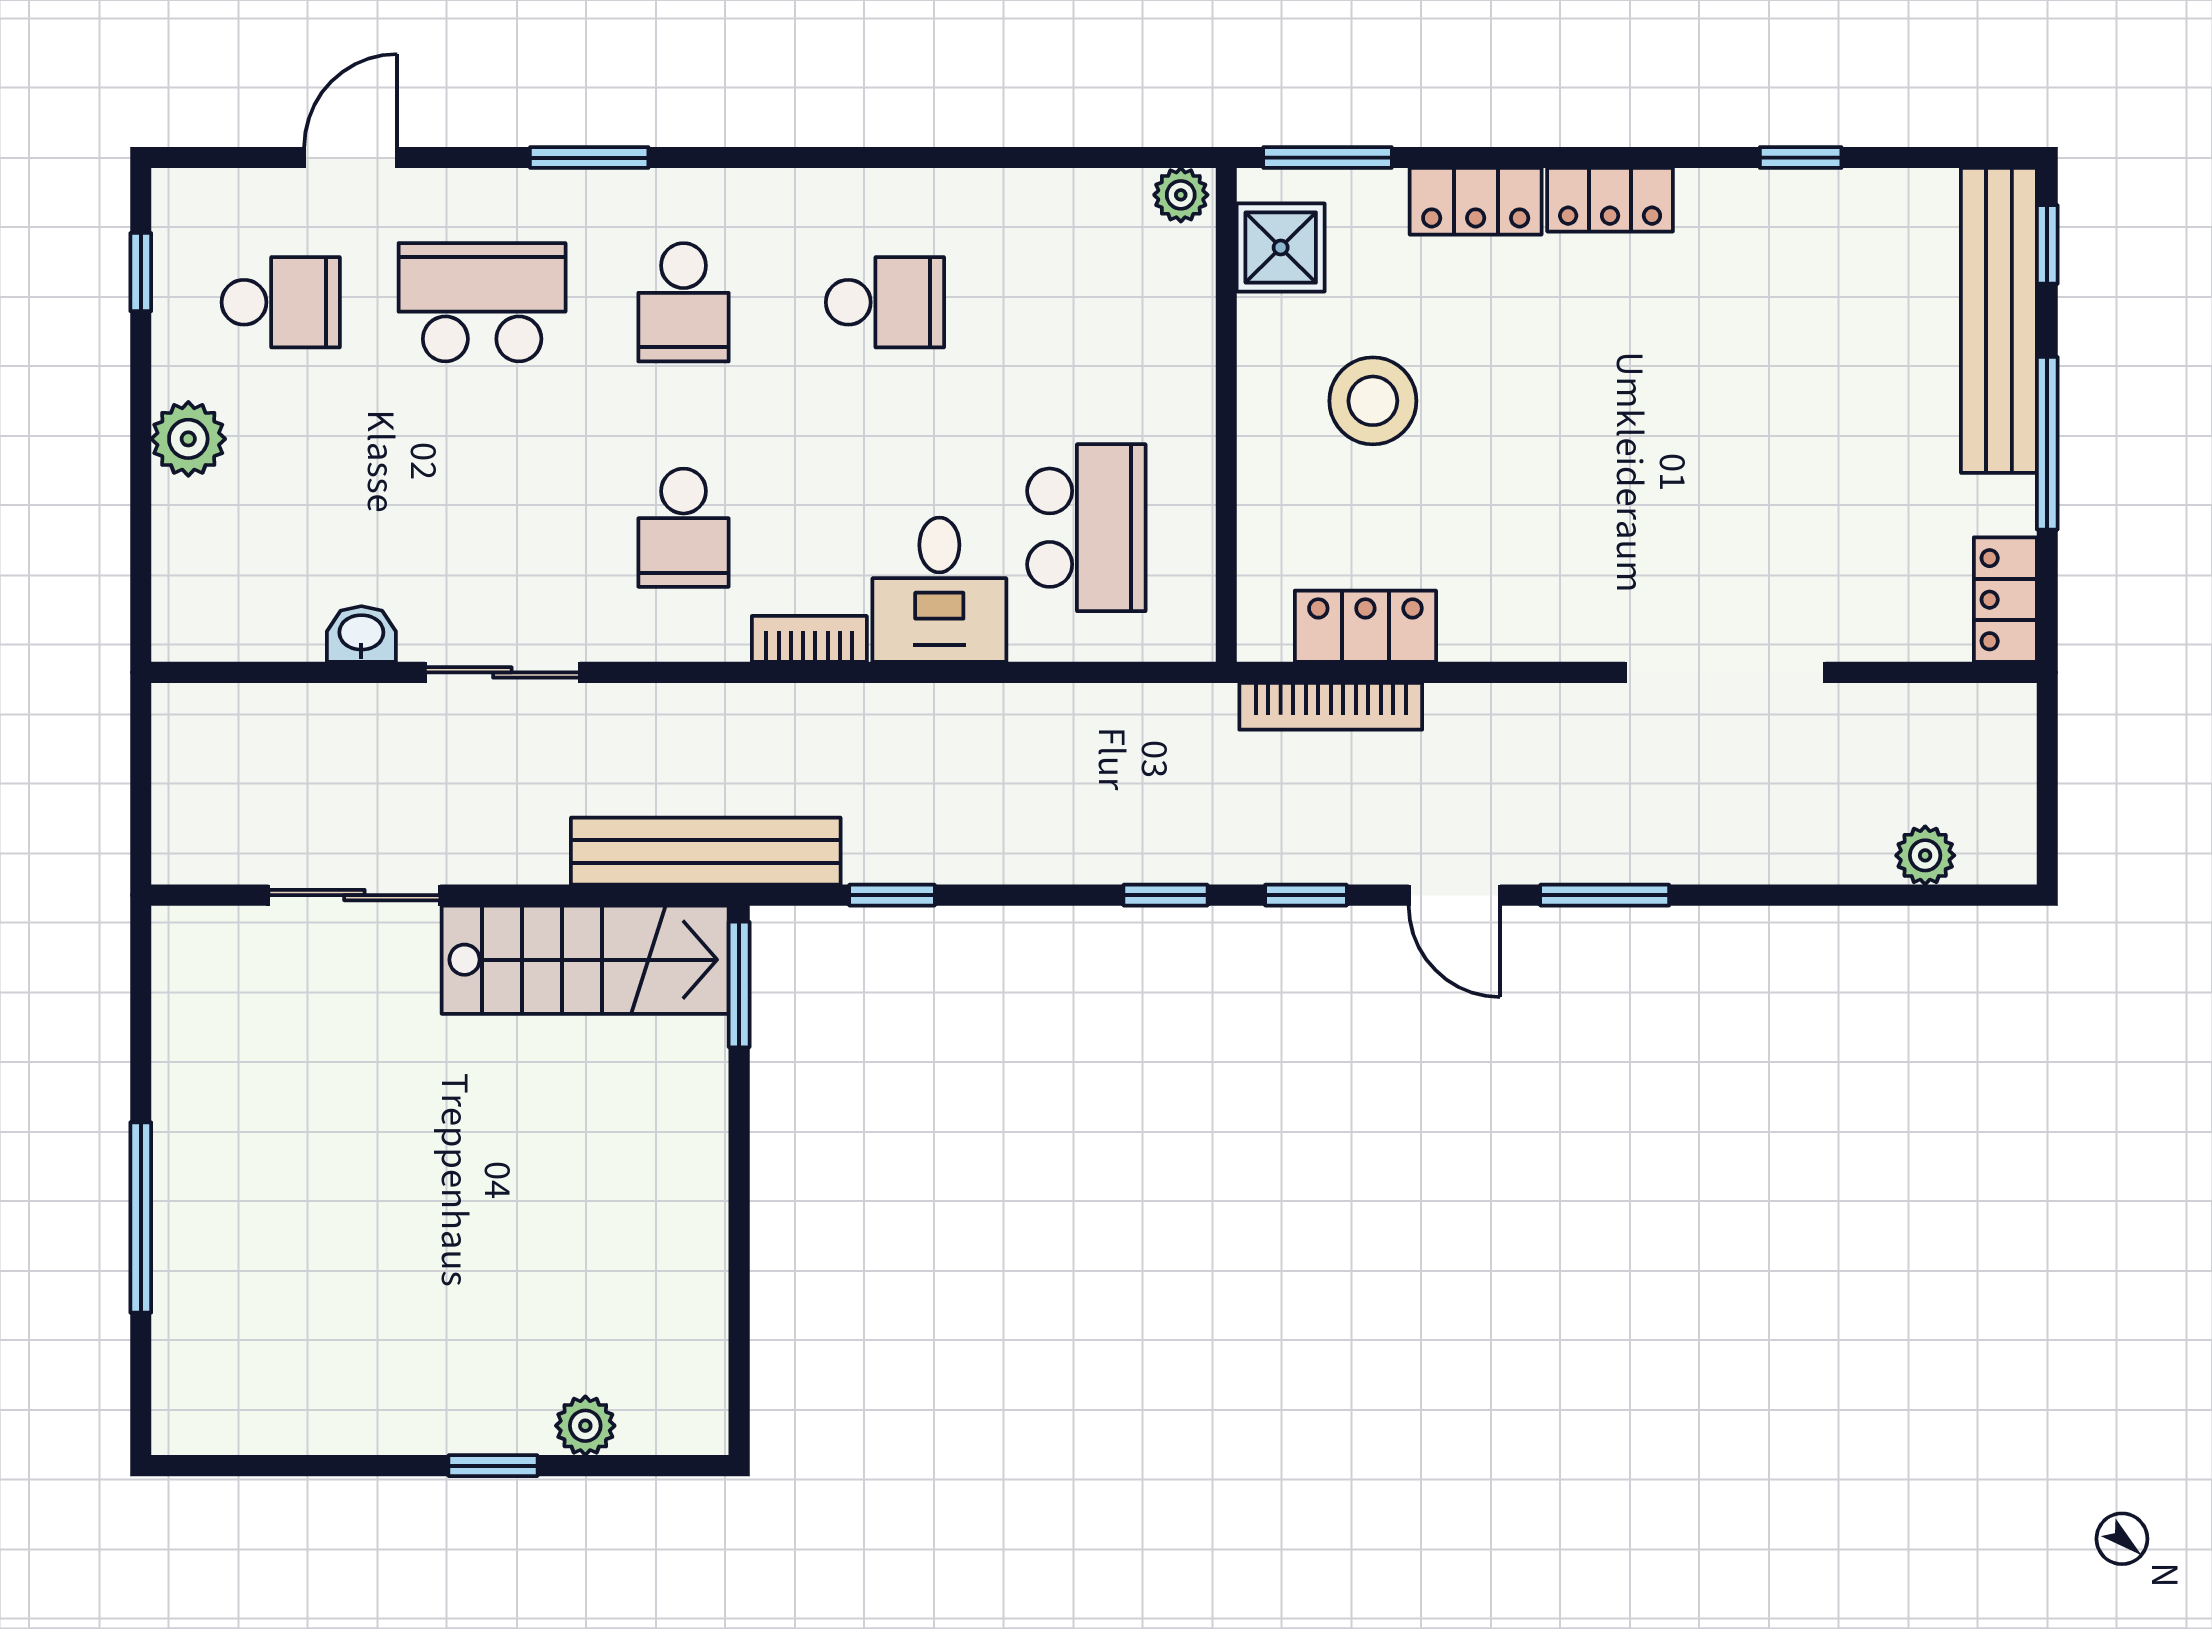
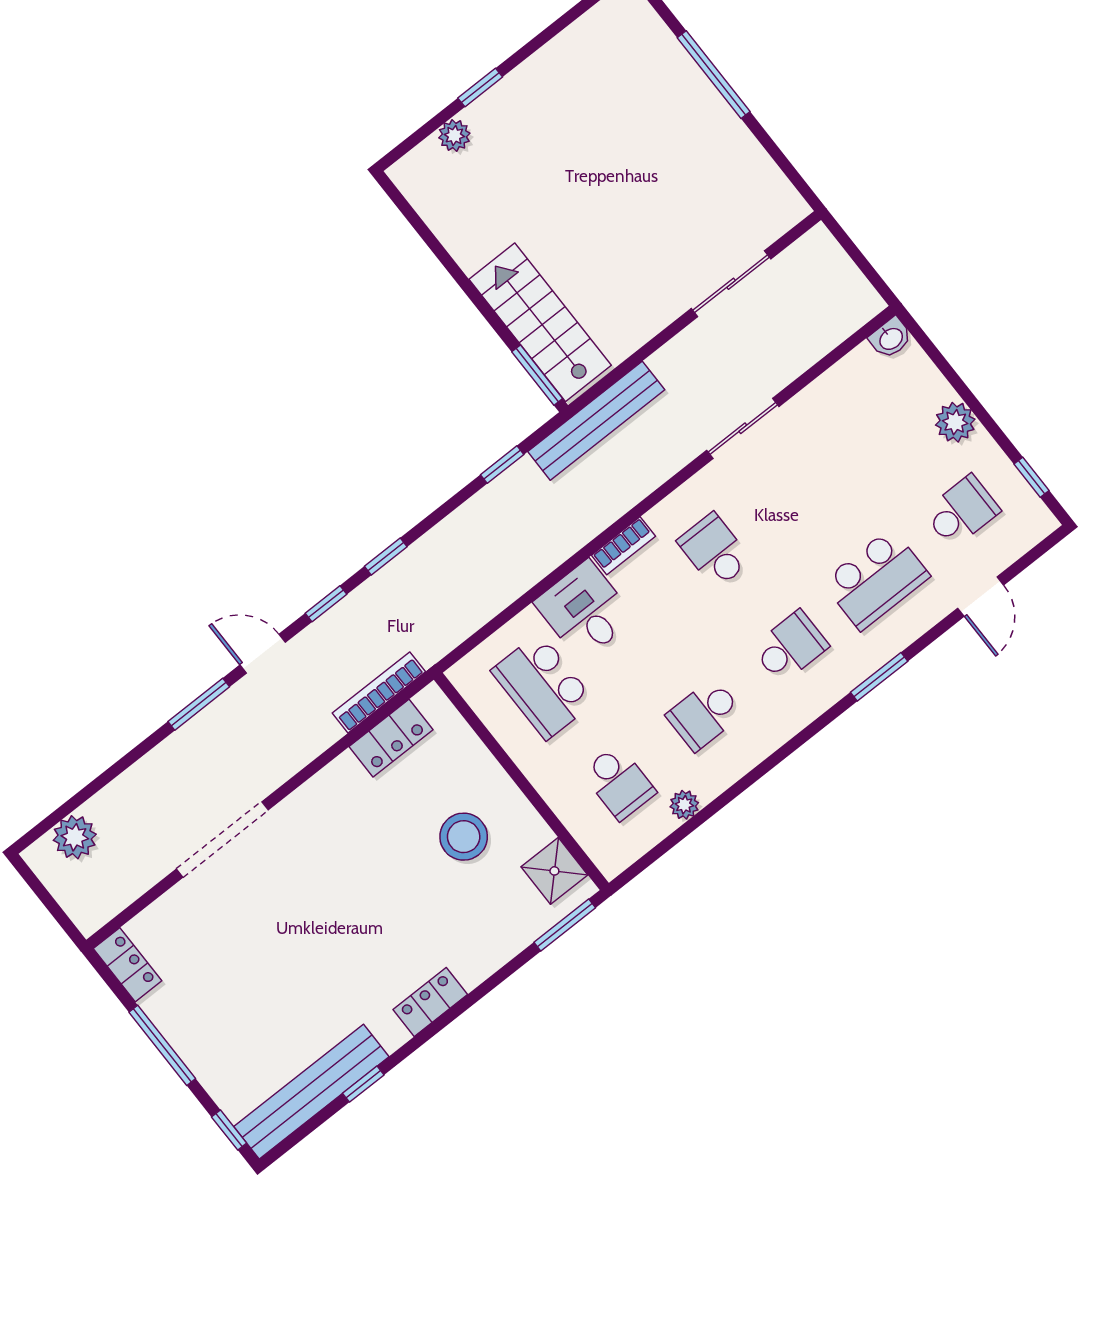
plant: (1181, 195) -> (684, 805), moved
locker: (1476, 201) -> (487, 956), removed
school desk: (281, 302) -> (962, 511), turned 180
school desk: (684, 302) -> (790, 647), turned 90
school desk: (1086, 302) -> (619, 782), added
bench: (1999, 320) -> (311, 1092), moved, turned 90
washbasin: (361, 634) -> (891, 338), moved
plant: (1925, 855) -> (75, 837), width x1.38, depth x1.38
stairs: (585, 960) -> (540, 322), moved, turned 90

